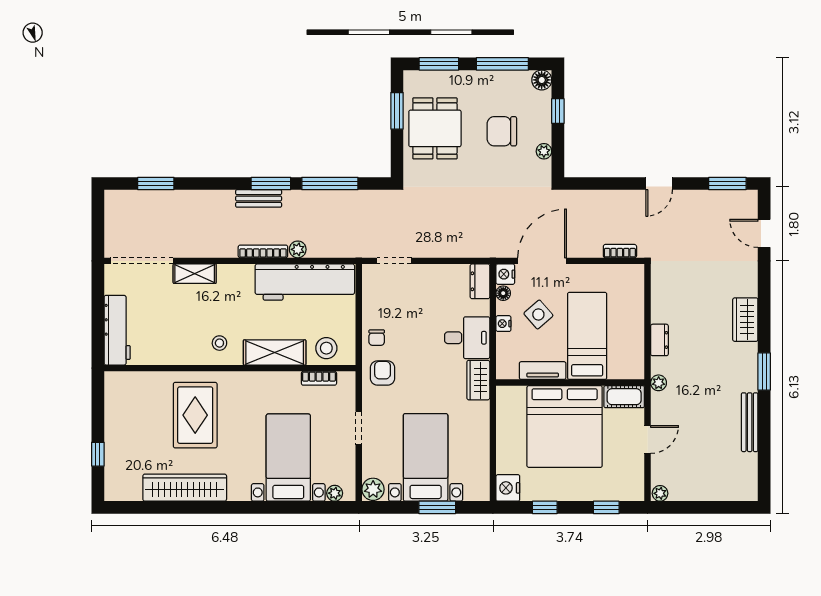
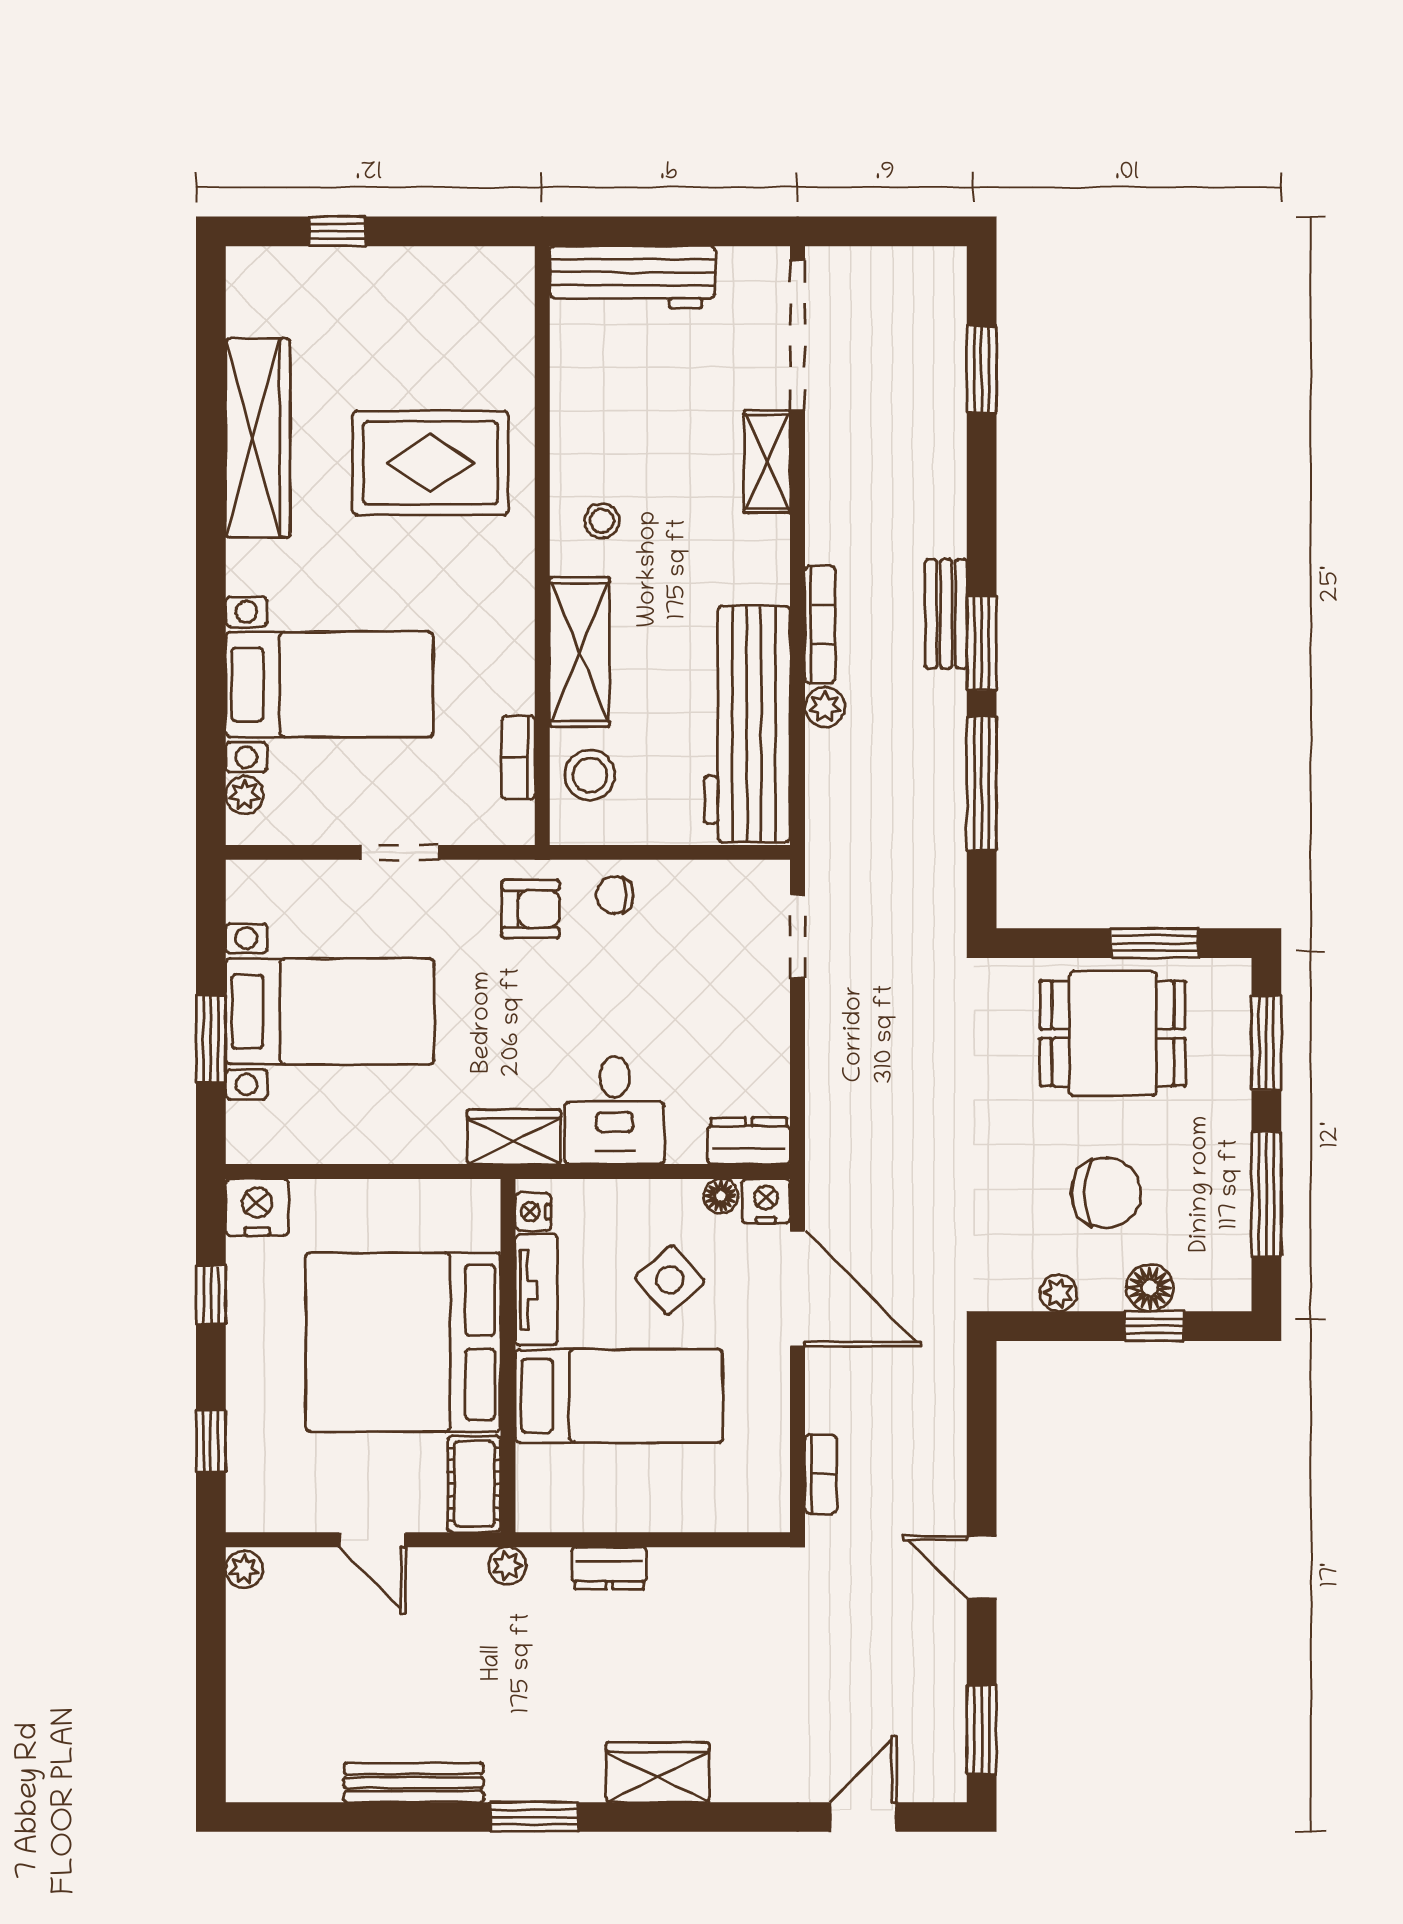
floor lamp: (542, 80) -> (1150, 1288), moved
chair: (502, 131) -> (1106, 1193), turned 90
nightstand: (503, 324) -> (533, 1212), moved, turned -90
plant: (373, 489) -> (254, 886), removed

